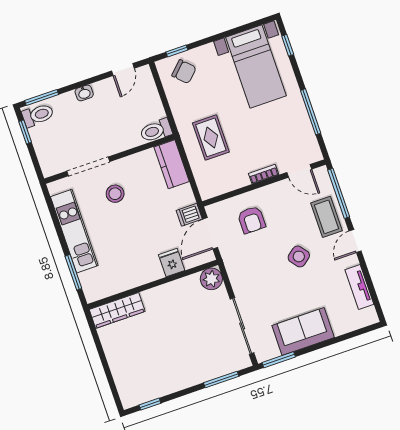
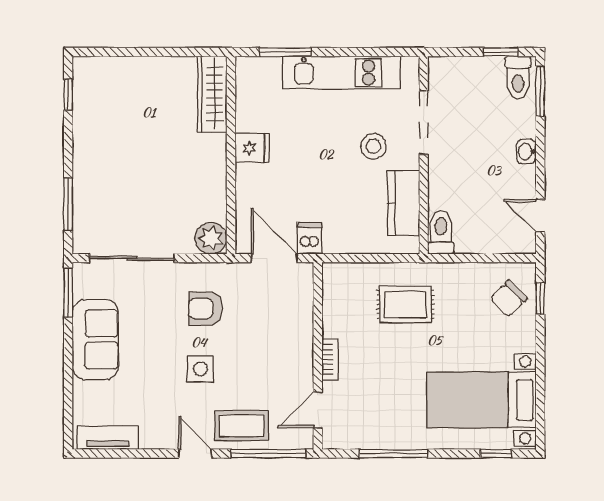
kitchen counter: (172, 164) -> (403, 203), moved, turned -90
armchair: (252, 220) -> (205, 309), moved
side table: (299, 256) -> (200, 369), turned 38
fridge: (172, 263) -> (252, 148), moved
tv unit: (359, 287) -> (108, 438), moved

